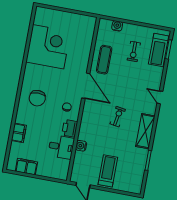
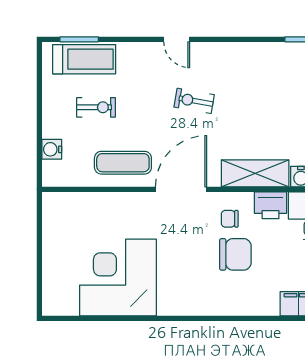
door: (160, 97) -> (177, 39), hinge flipped
chair: (37, 98) -> (235, 254), moved
exercise bike: (118, 117) -> (194, 101), moved
shelving: (145, 131) -> (255, 173), moved

